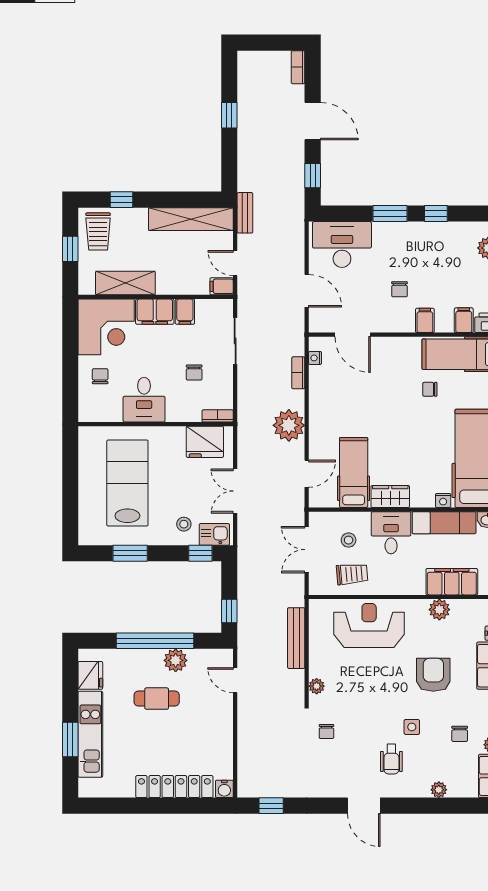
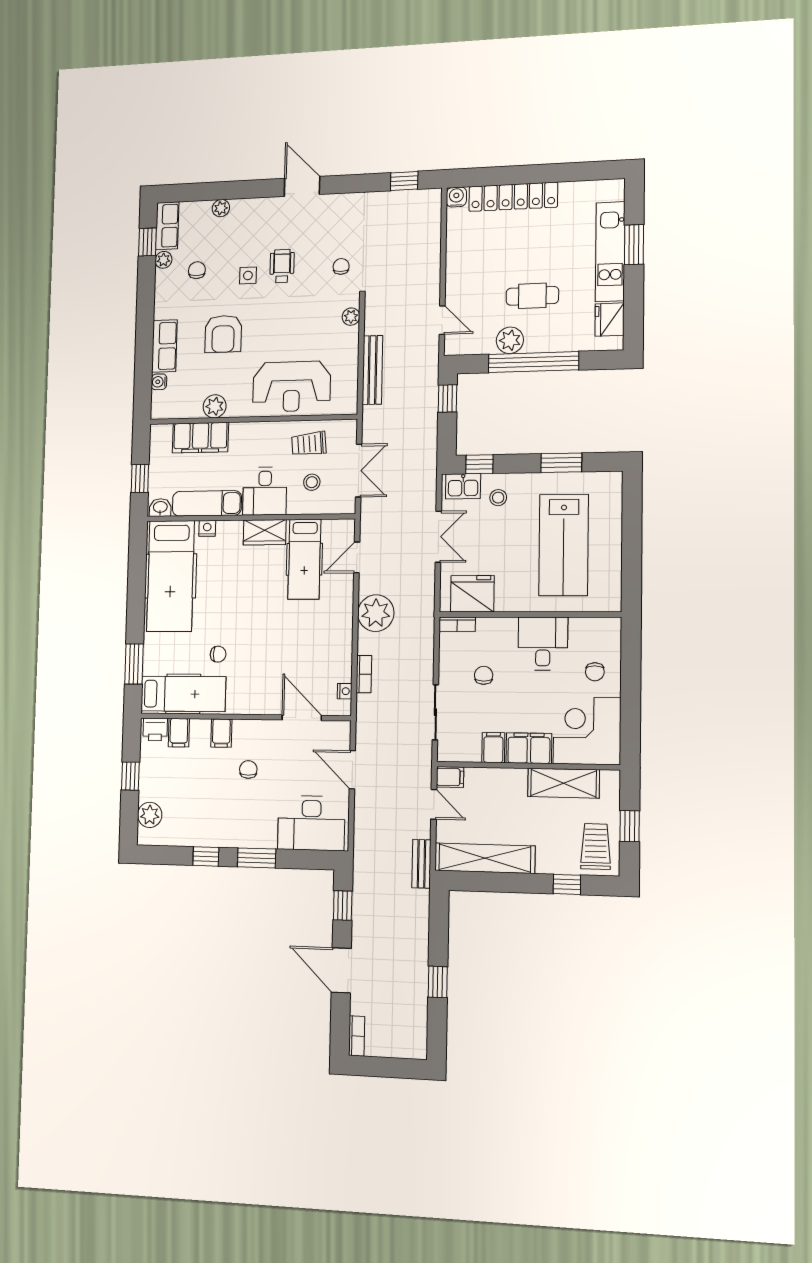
wheelchair: (391, 759) -> (282, 266), moved

